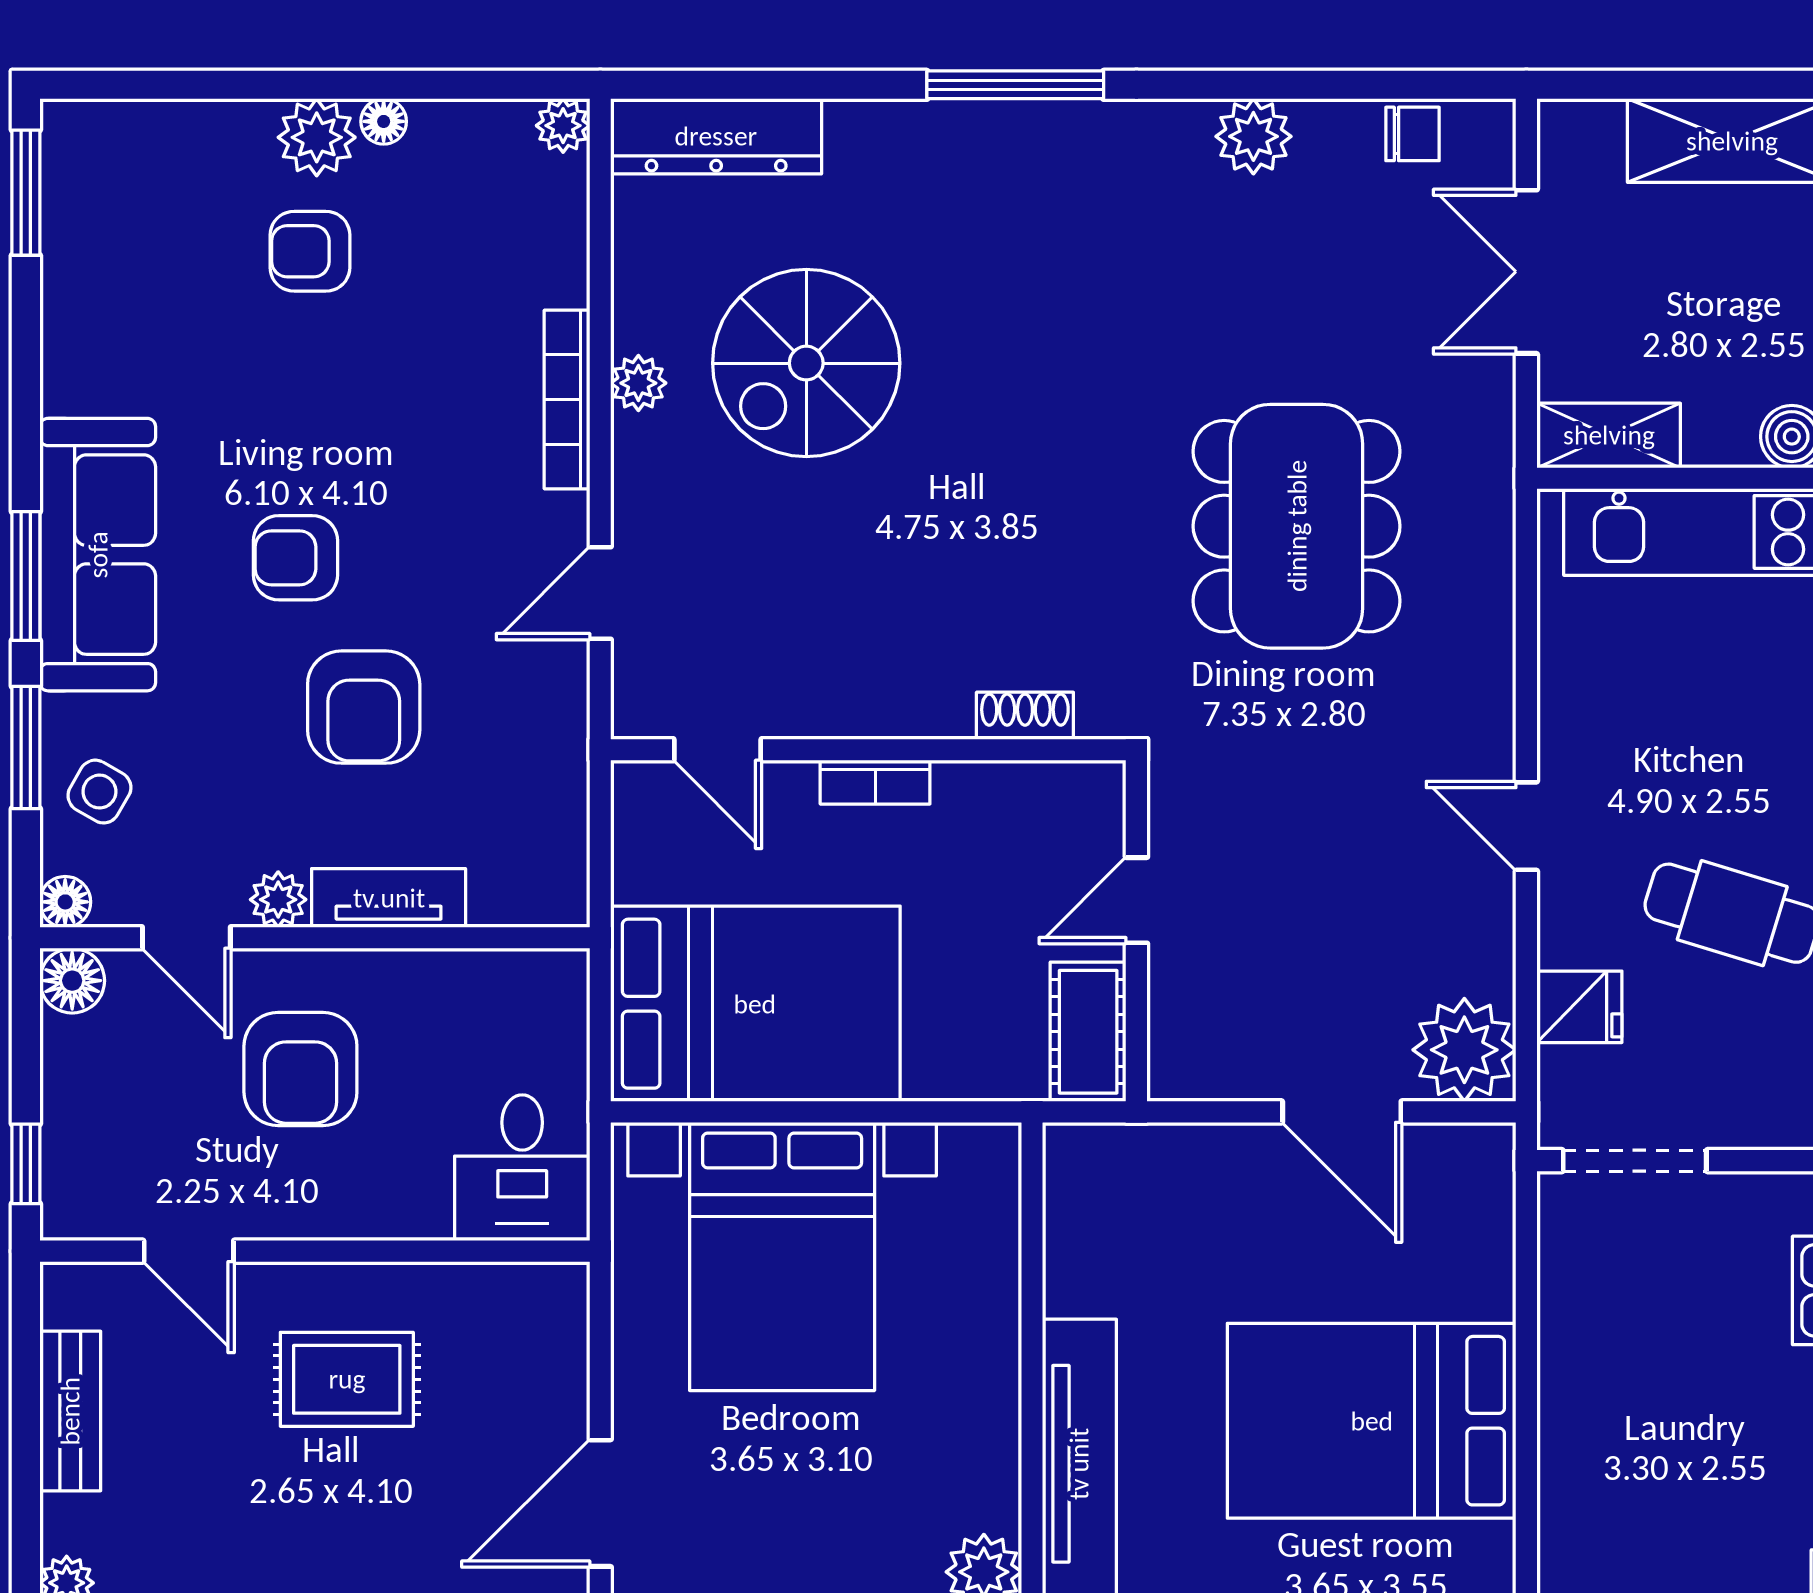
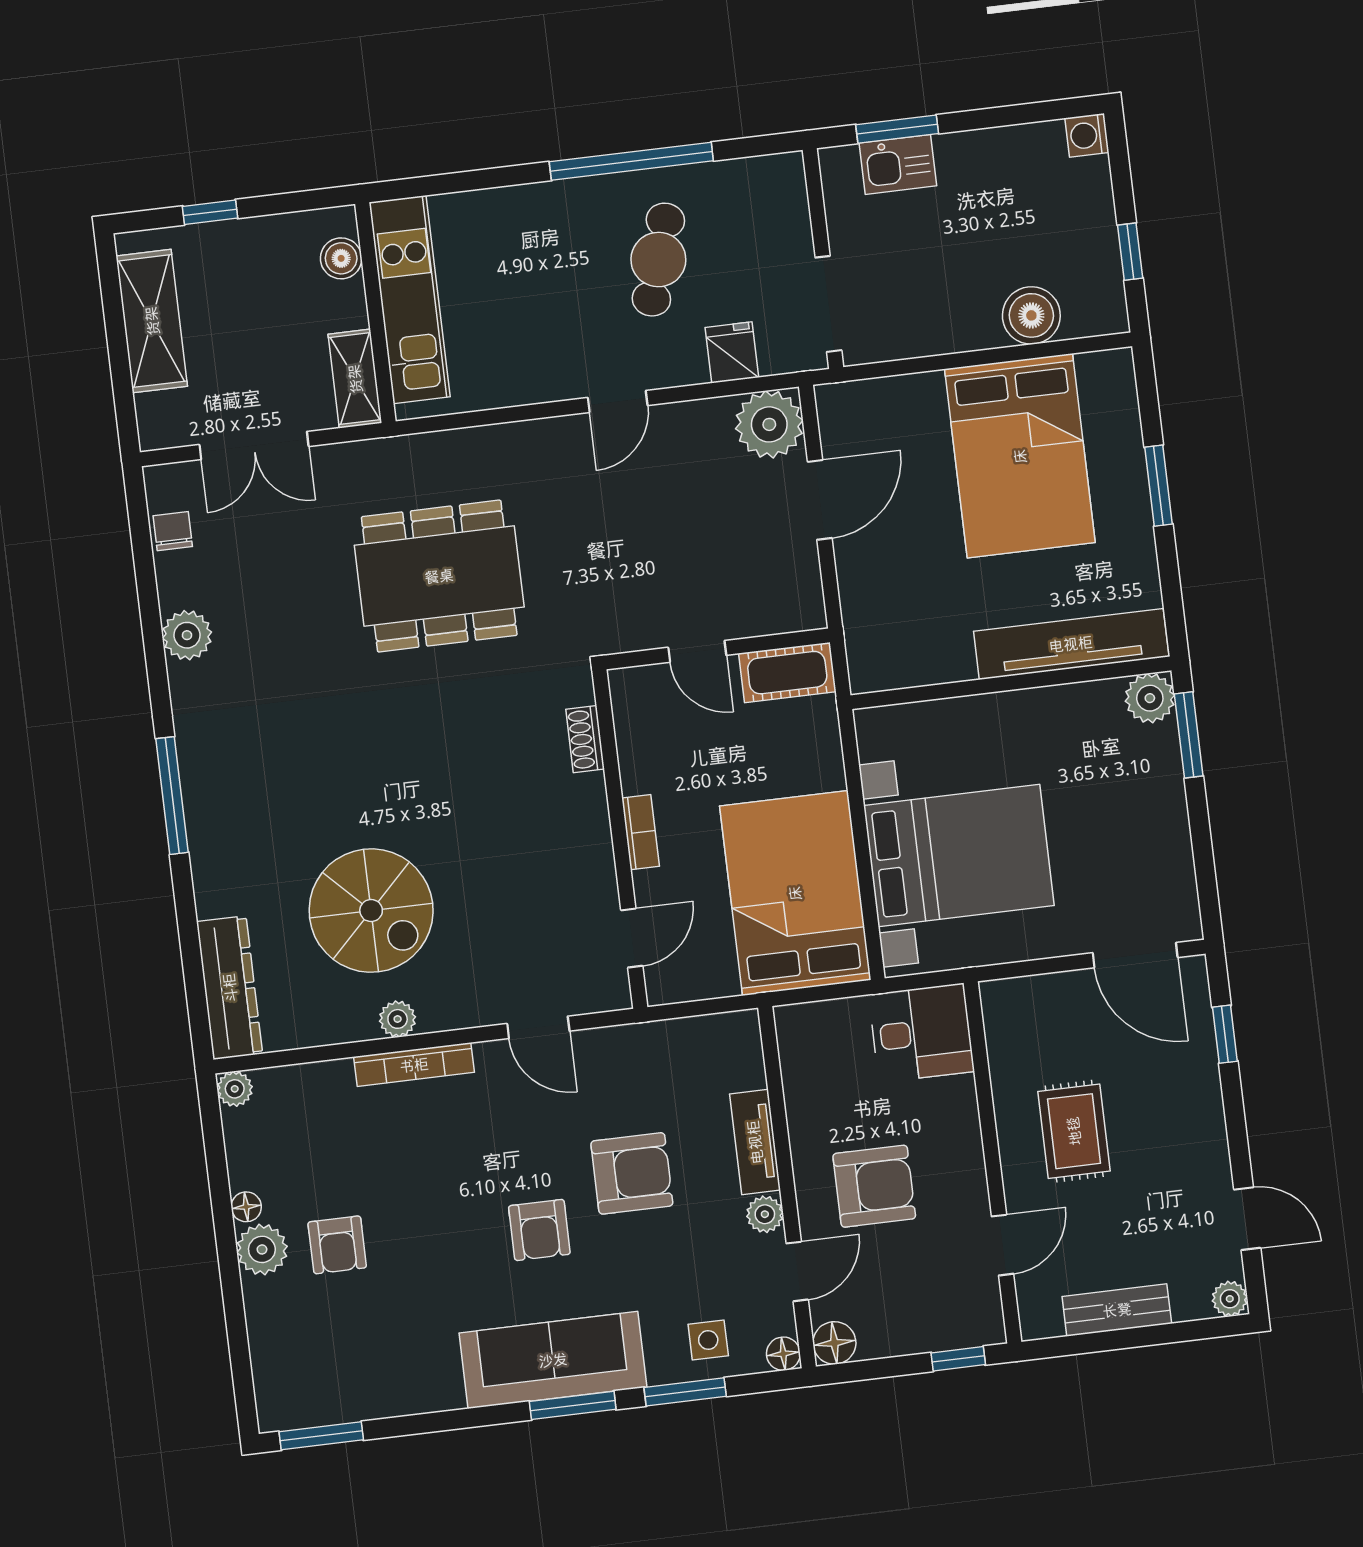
side table: (99, 792) -> (708, 1340), turned -30
boiler: (1580, 1464) -> (1031, 315), added

